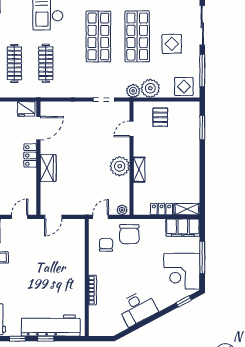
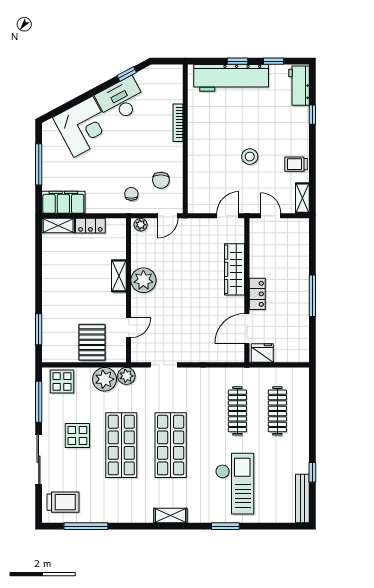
pallet: (160, 117) -> (92, 342), width x1.50, depth x1.42
wardrobe: (48, 168) -> (234, 269), width x1.50
door: (20, 217) -> (271, 216), swing flipped
chair: (129, 234) -> (131, 194), width x0.54, depth x0.54
stool: (36, 263) -> (250, 157), added
corner desk: (182, 271) -> (83, 127), moved, turned 62
window: (184, 301) -> (127, 74), moved

